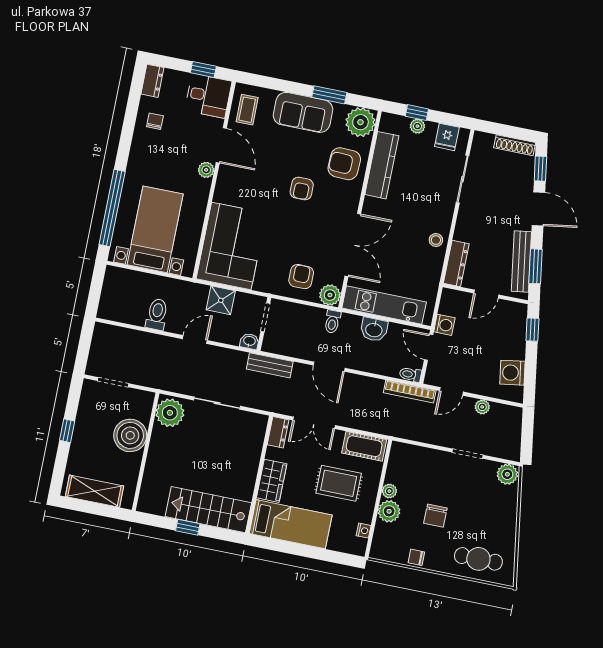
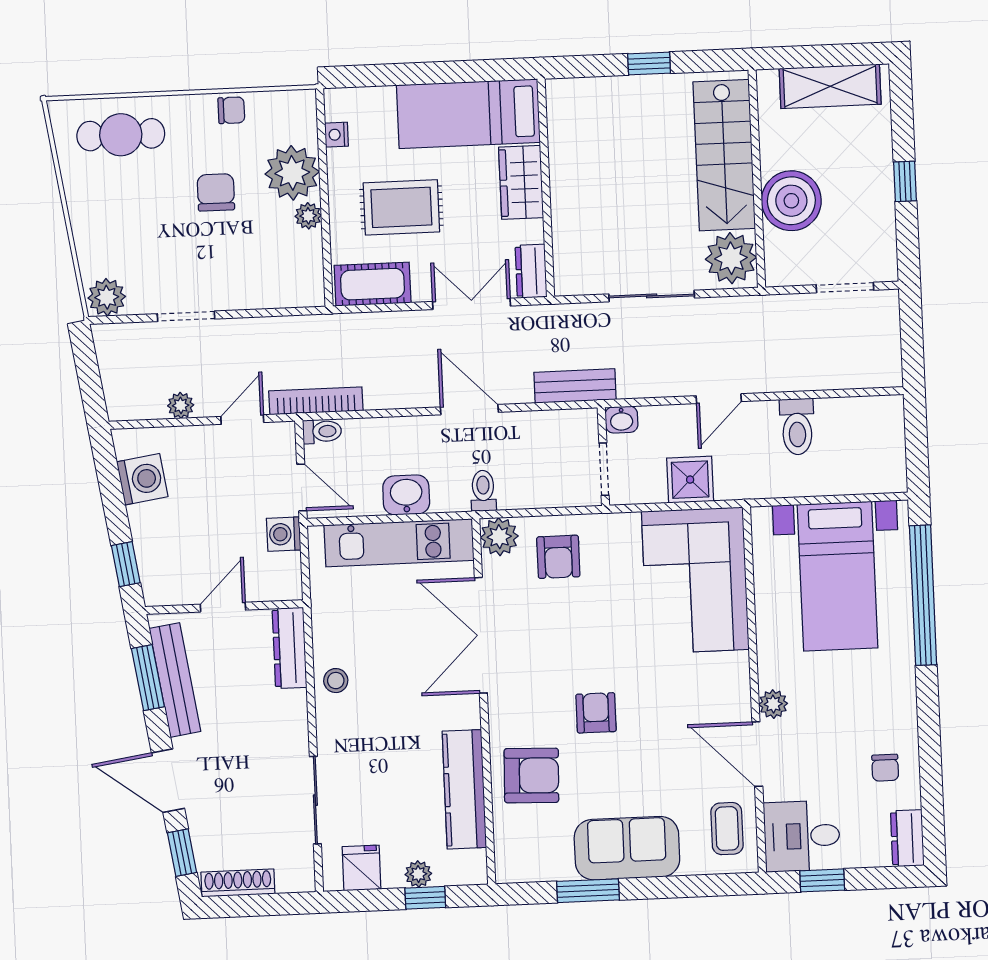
plant: (360, 122) -> (521, 856), removed
stairs: (208, 510) -> (724, 155), moved, turned 90
plant: (389, 511) -> (292, 173), width x1.36, depth x1.36

